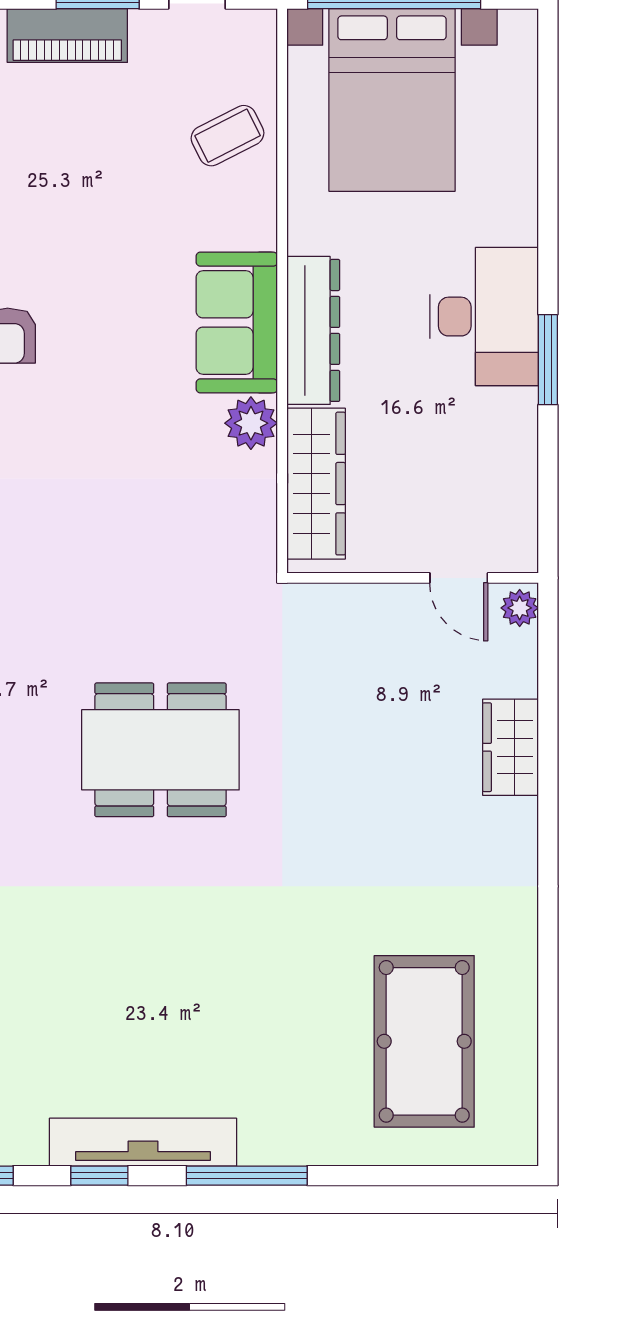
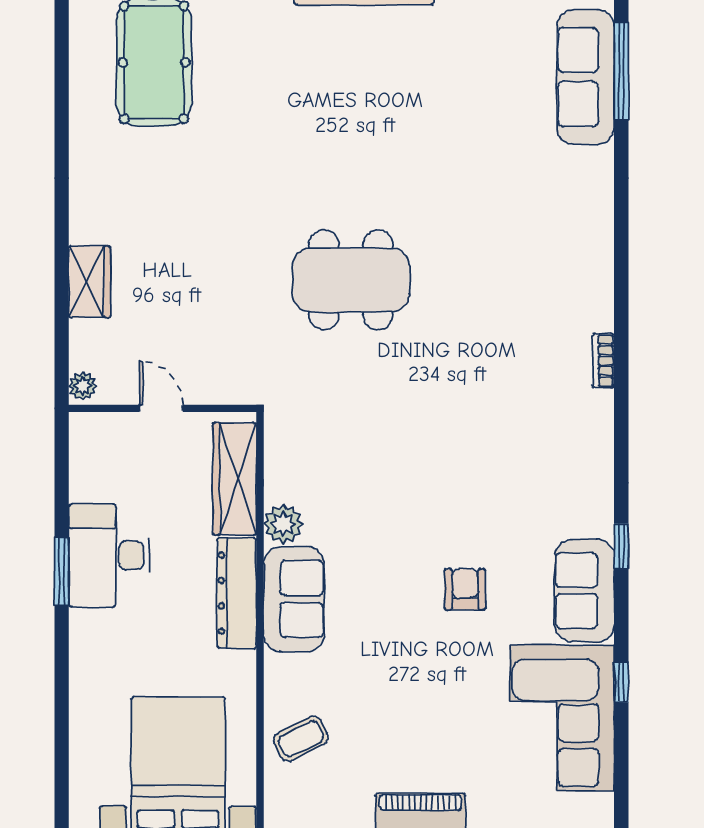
desk: (484, 317) -> (109, 556), moved
door: (459, 578) -> (161, 408), moved

